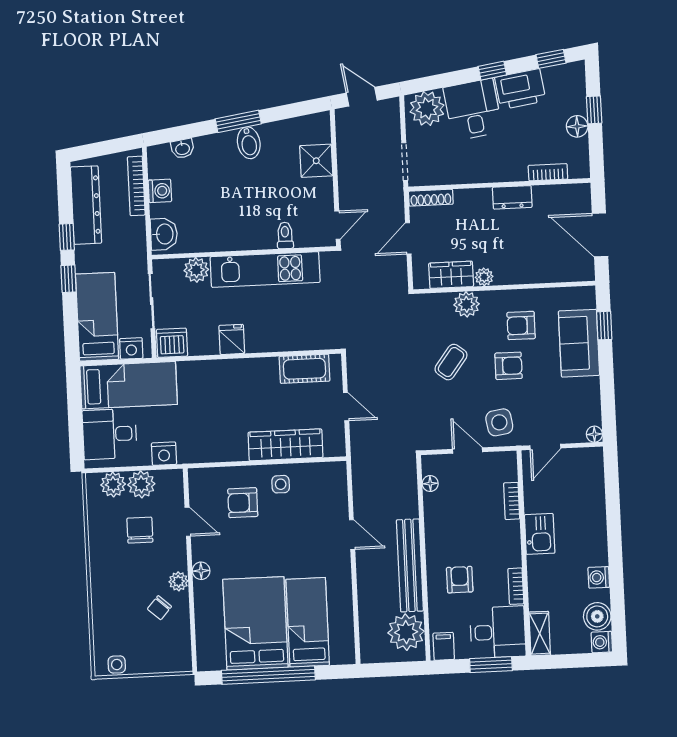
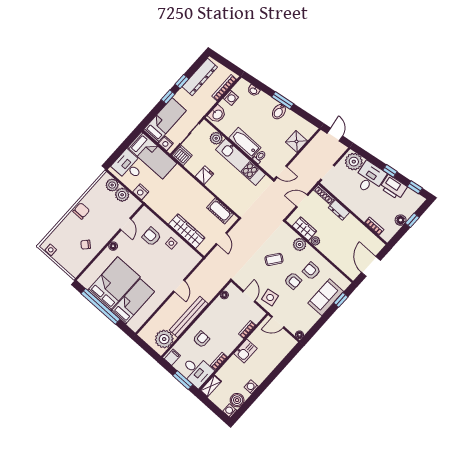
dresser: (512, 197) -> (339, 210), moved
bathtub: (244, 236) -> (245, 143), added
chair: (140, 530) -> (81, 211), moved
plant: (178, 581) -> (101, 242), removed

